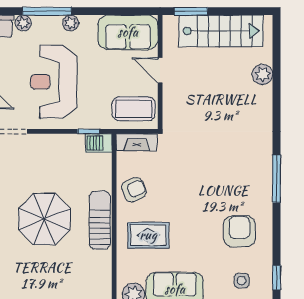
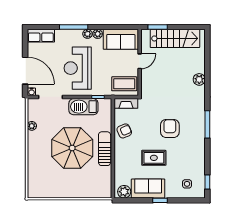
plant: (23, 23) -> (98, 34), moved
door: (160, 70) -> (140, 61), swing flipped
plant: (263, 74) -> (199, 79), moved
barbecue: (99, 143) -> (83, 107), moved, width x1.88, depth x1.53
parasol: (44, 219) -> (72, 148), width x1.36, depth x1.36
armchair: (239, 231) -> (170, 128), moved
rug: (148, 235) -> (154, 158), moved

